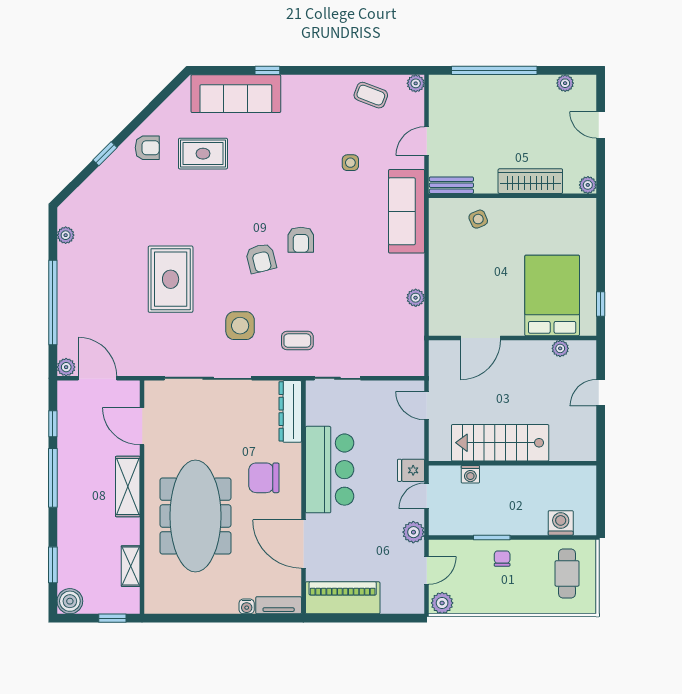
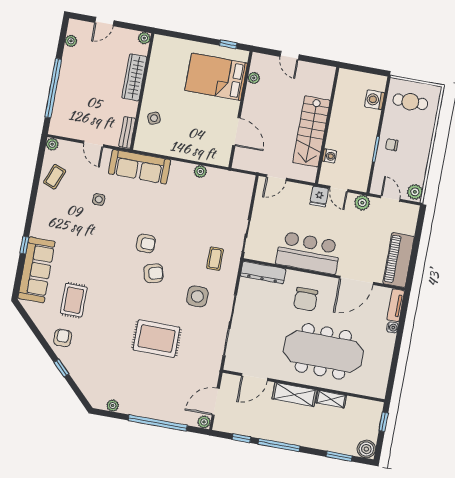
shelving: (131, 566) -> (331, 399), moved

